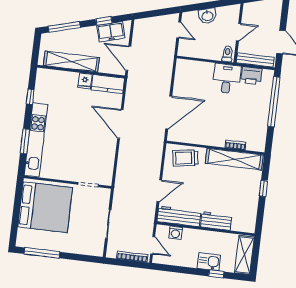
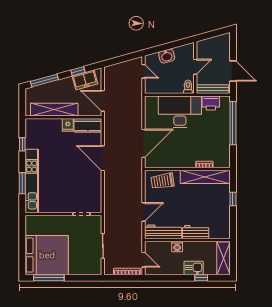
desk: (227, 79) -> (180, 112), width x1.87, depth x1.30
bed: (45, 207) -> (47, 255), moved
washing machine: (176, 233) -> (177, 246), moved

